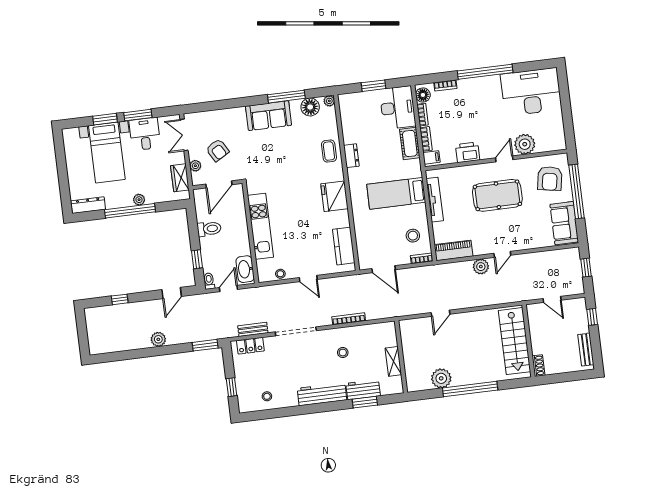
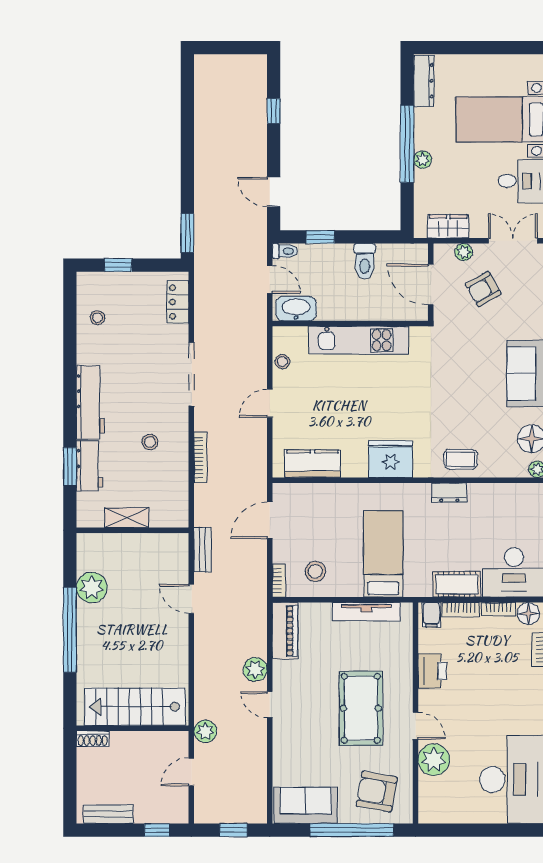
bench: (253, 329) -> (203, 550), moved
plant: (158, 339) -> (205, 731), moved

